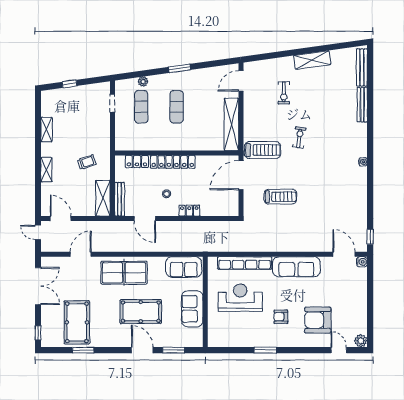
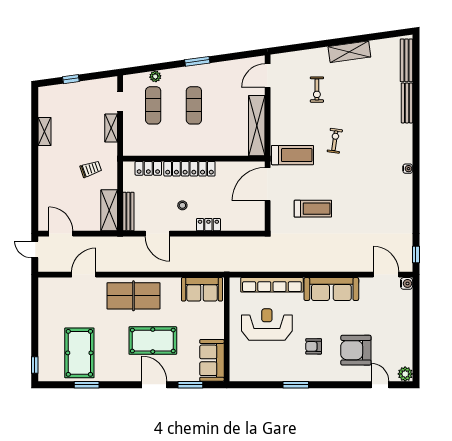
shelving: (46, 170) -> (111, 128), moved
double door: (38, 286) -> (35, 311), removed
sofa: (192, 309) -> (212, 360), moved

